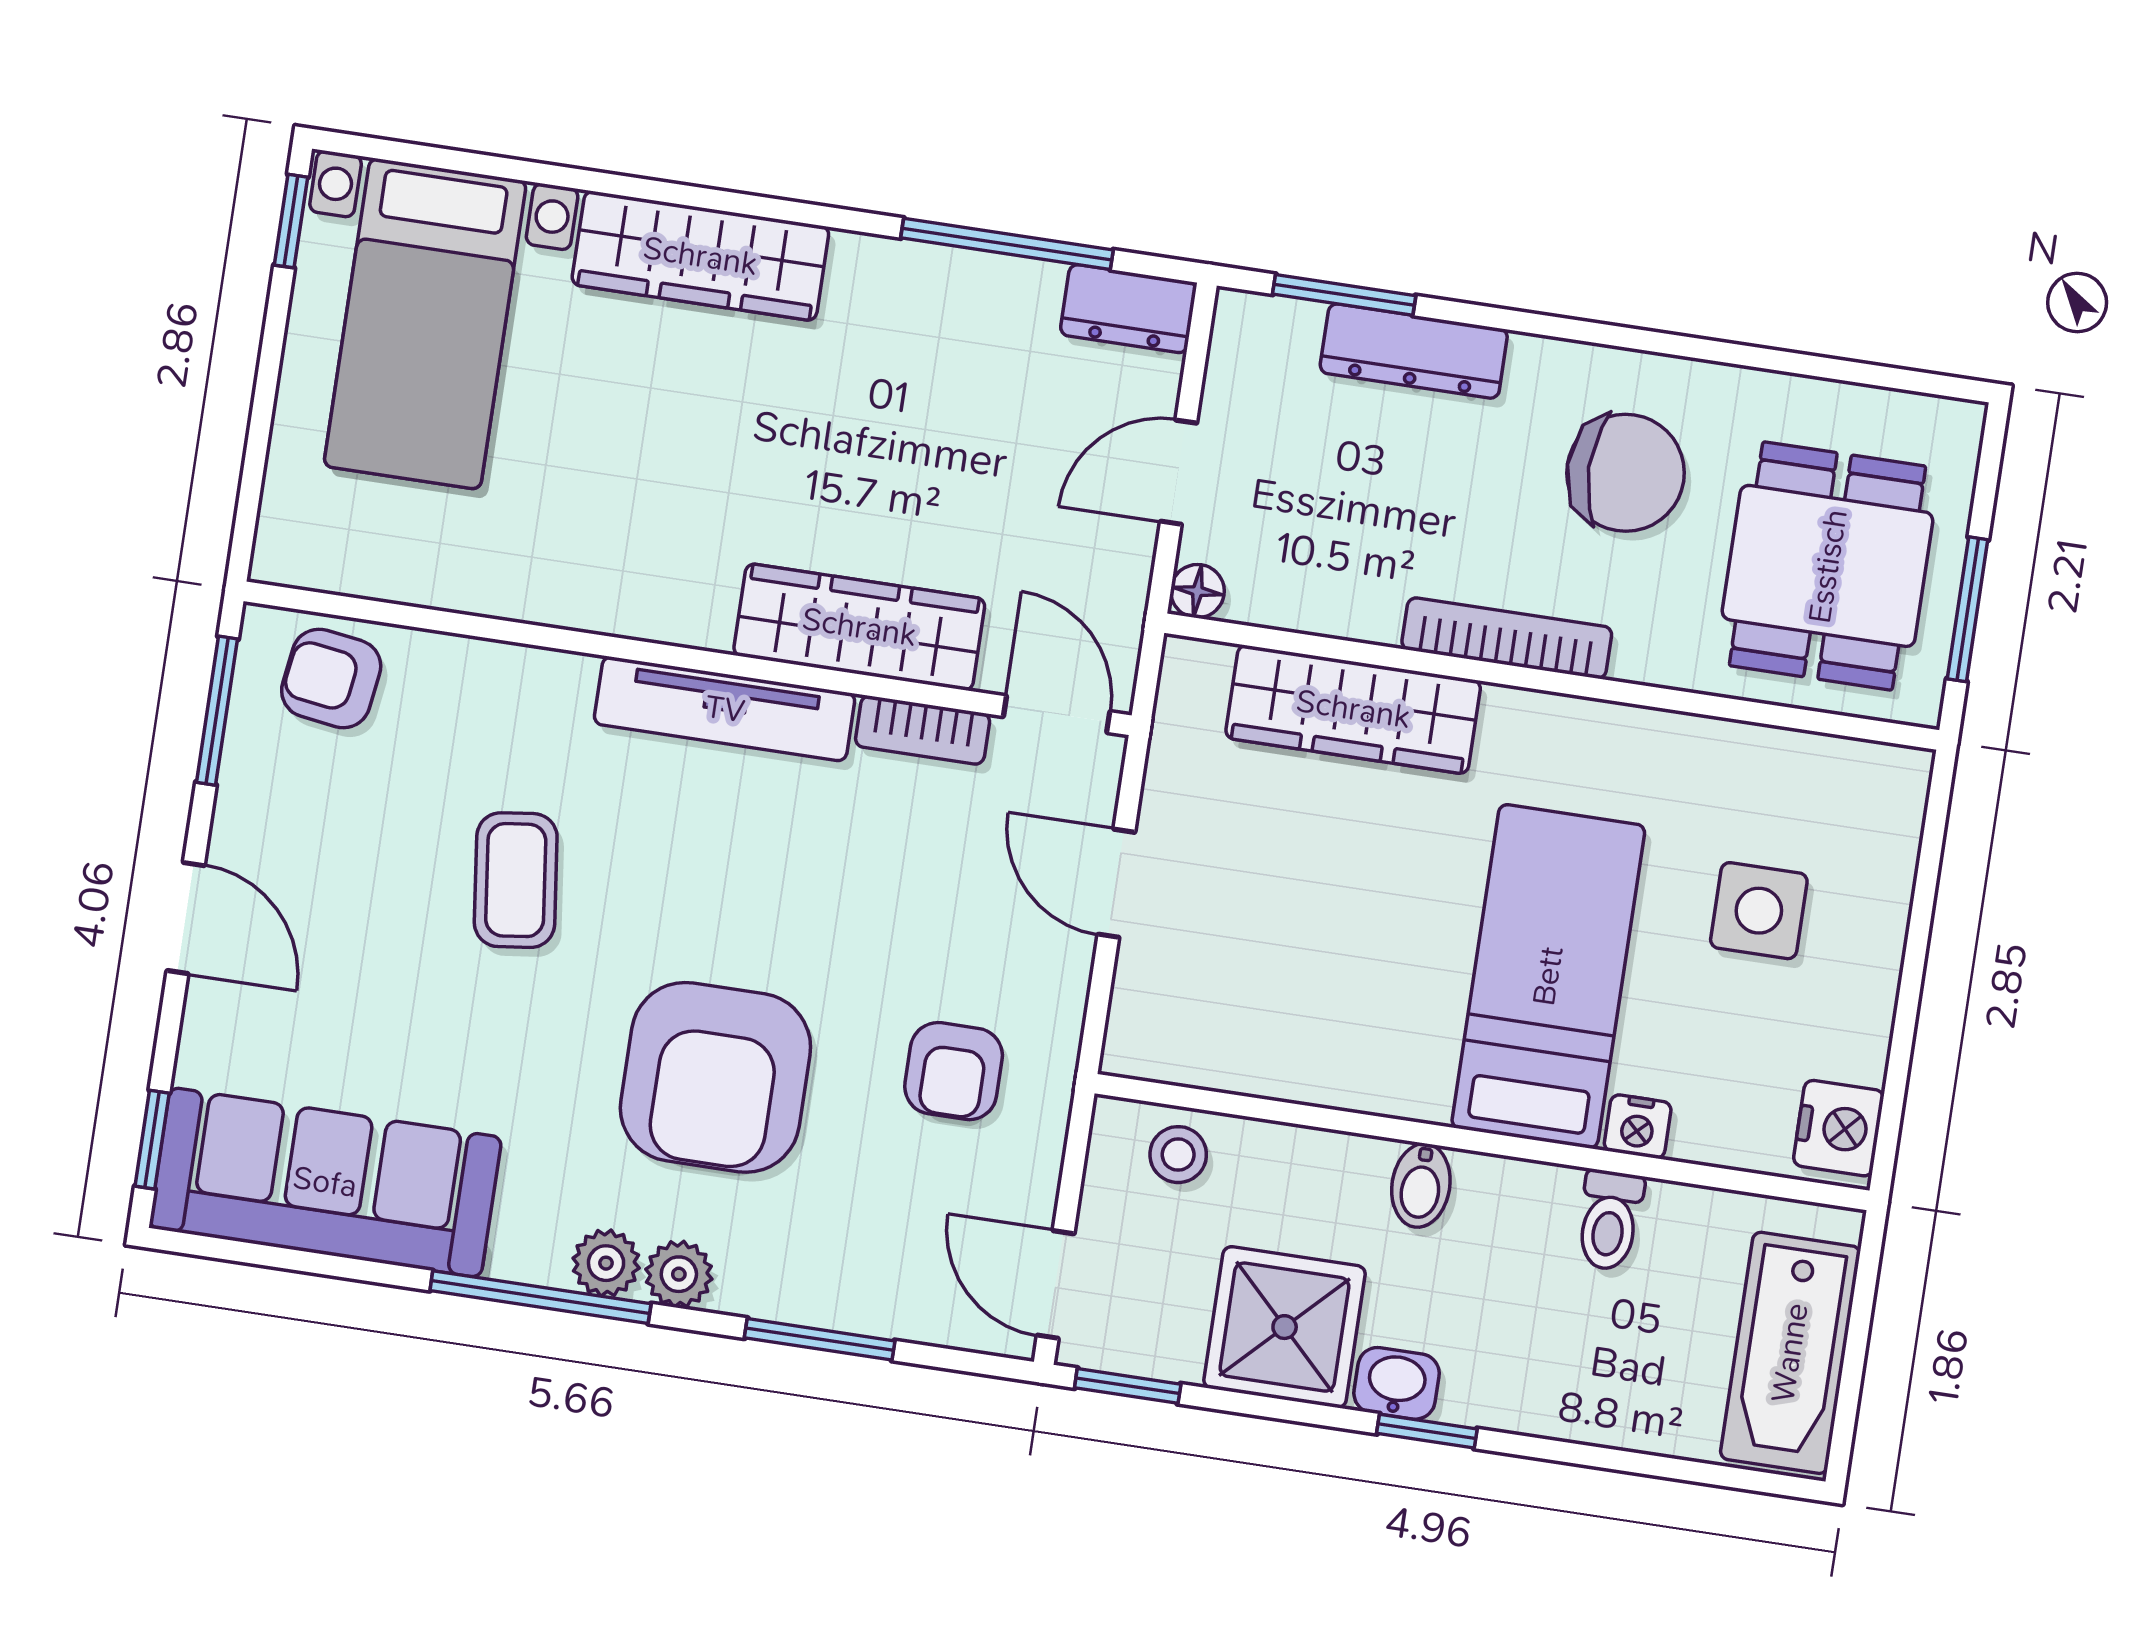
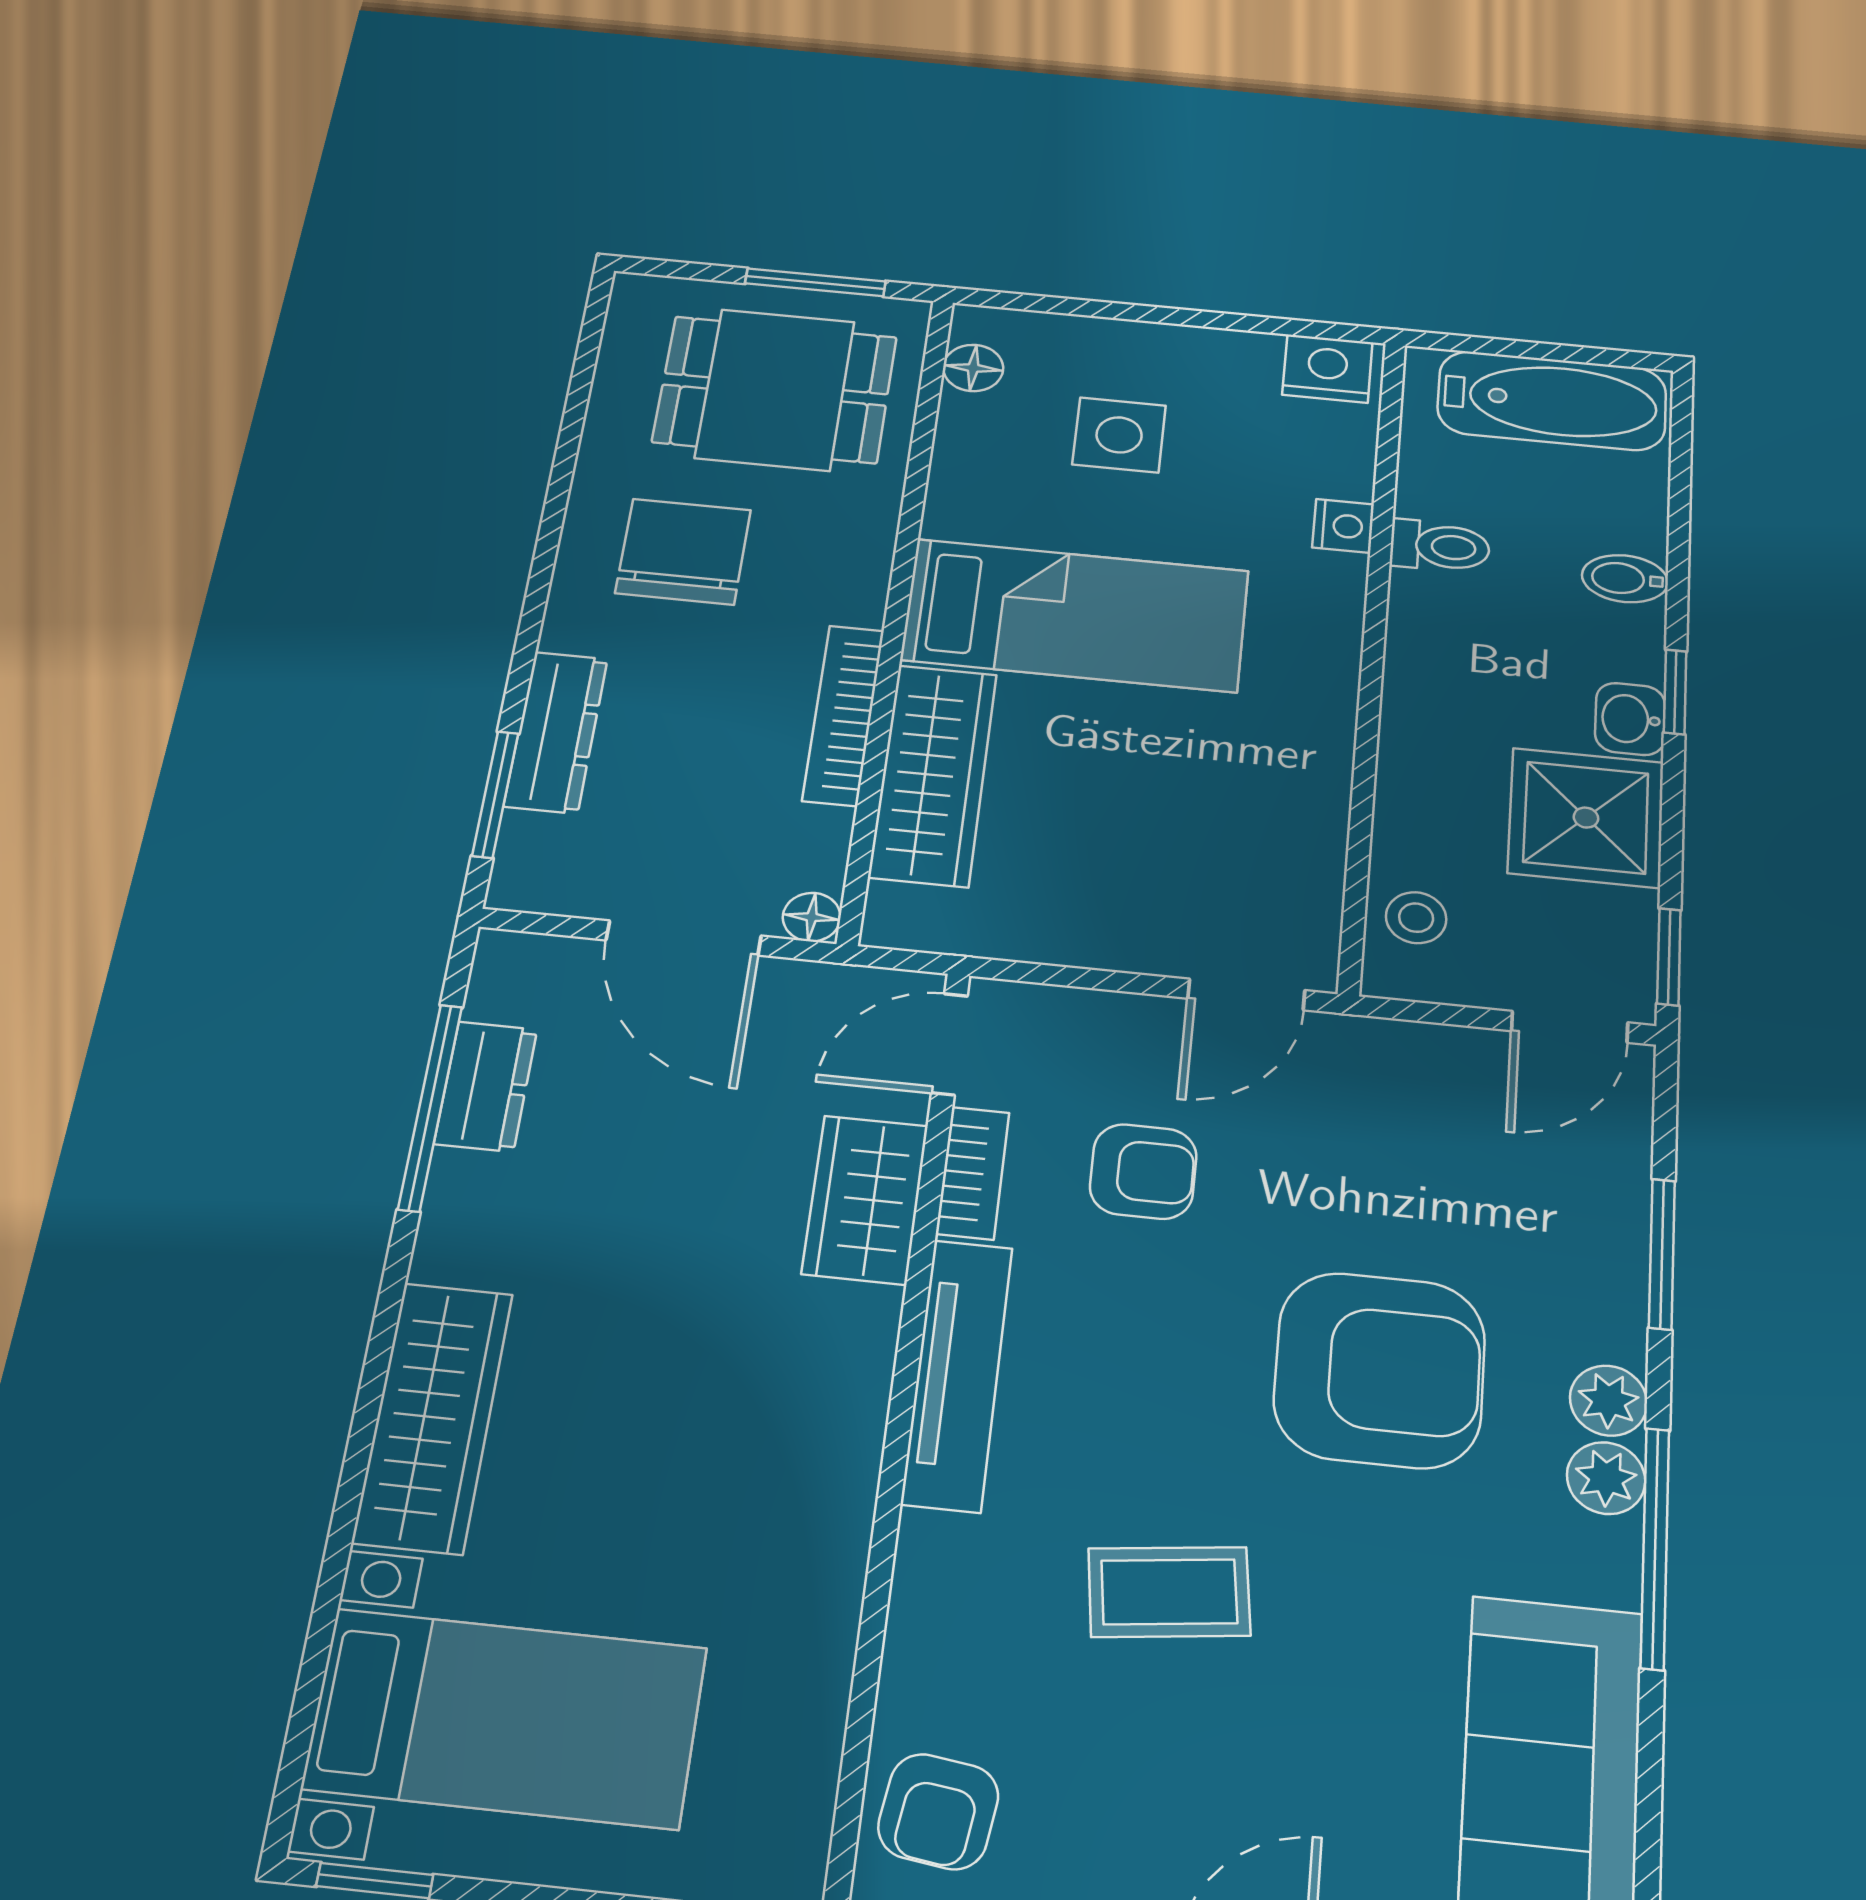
dresser: (1128, 309) -> (486, 1086), moved
door: (1179, 472) -> (684, 938), width x1.38
wardrobe: (859, 627) -> (865, 1200), width x0.67
bookcase: (1507, 638) -> (843, 715), moved
floor lamp: (1850, 767) -> (973, 368), added
door: (1116, 883) -> (1246, 994), moved
bed: (1548, 976) -> (1075, 615), moved, turned 180
armchair: (954, 1071) -> (1143, 1171), moved
bidet: (1421, 1185) -> (1625, 579), moved, turned 180

